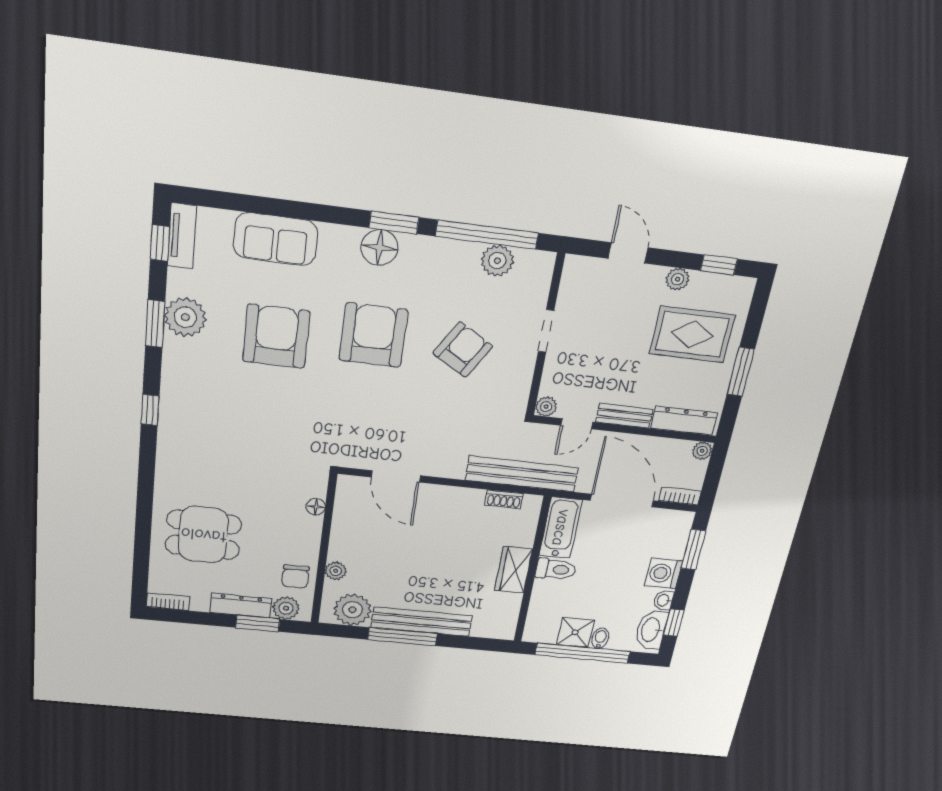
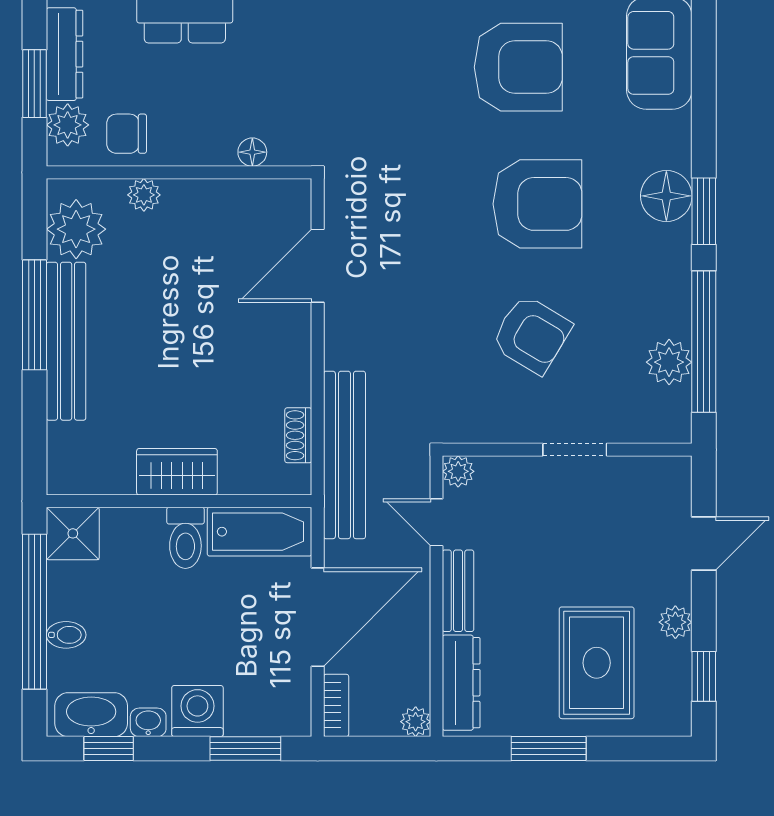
shower: (575, 632) -> (73, 533), moved

